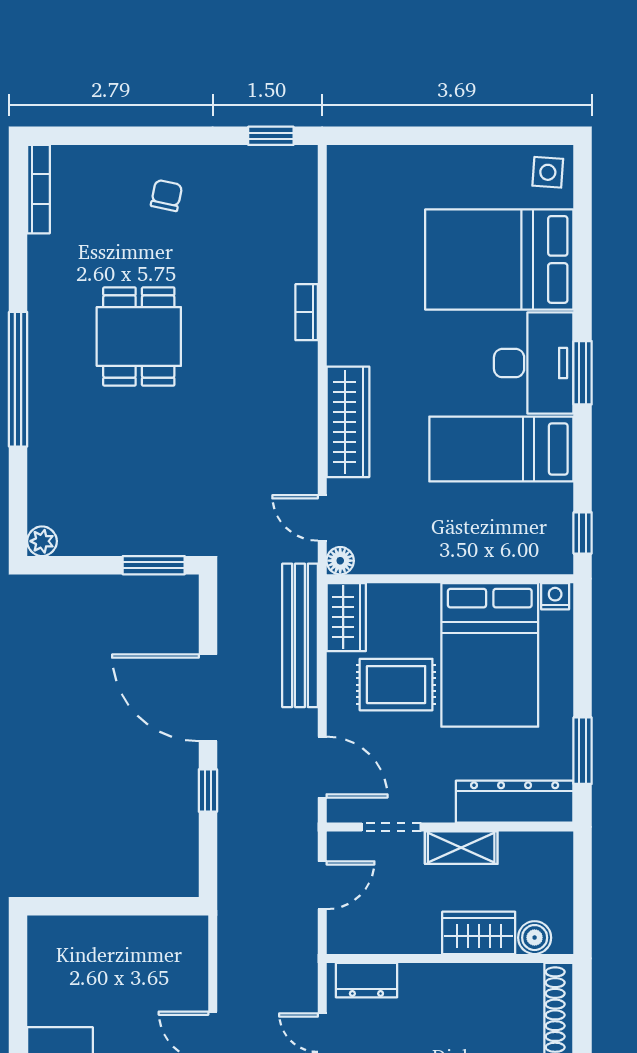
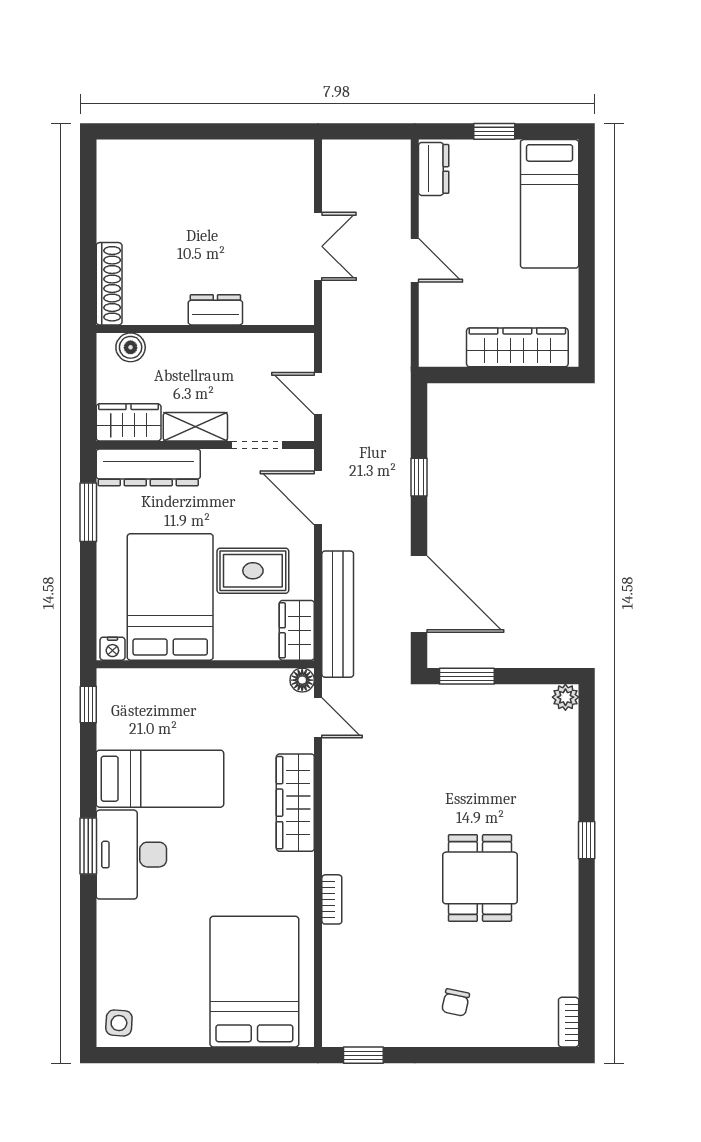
bookcase: (38, 189) -> (569, 1022), width x0.64
bed: (499, 259) -> (254, 982), moved, turned -90
window: (18, 379) -> (587, 840), width x0.32
door: (208, 698) -> (419, 594), moved
door: (322, 885) -> (318, 394), hinge flipped
wardrobe: (479, 933) -> (129, 422), moved, turned 180
wardrobe: (97, 938) -> (517, 347), added
dresser: (366, 980) -> (215, 310), moved

